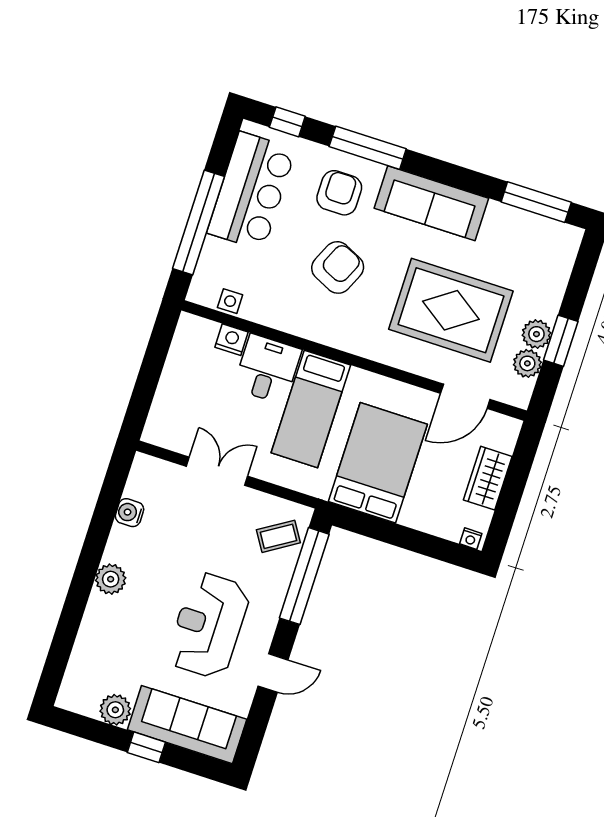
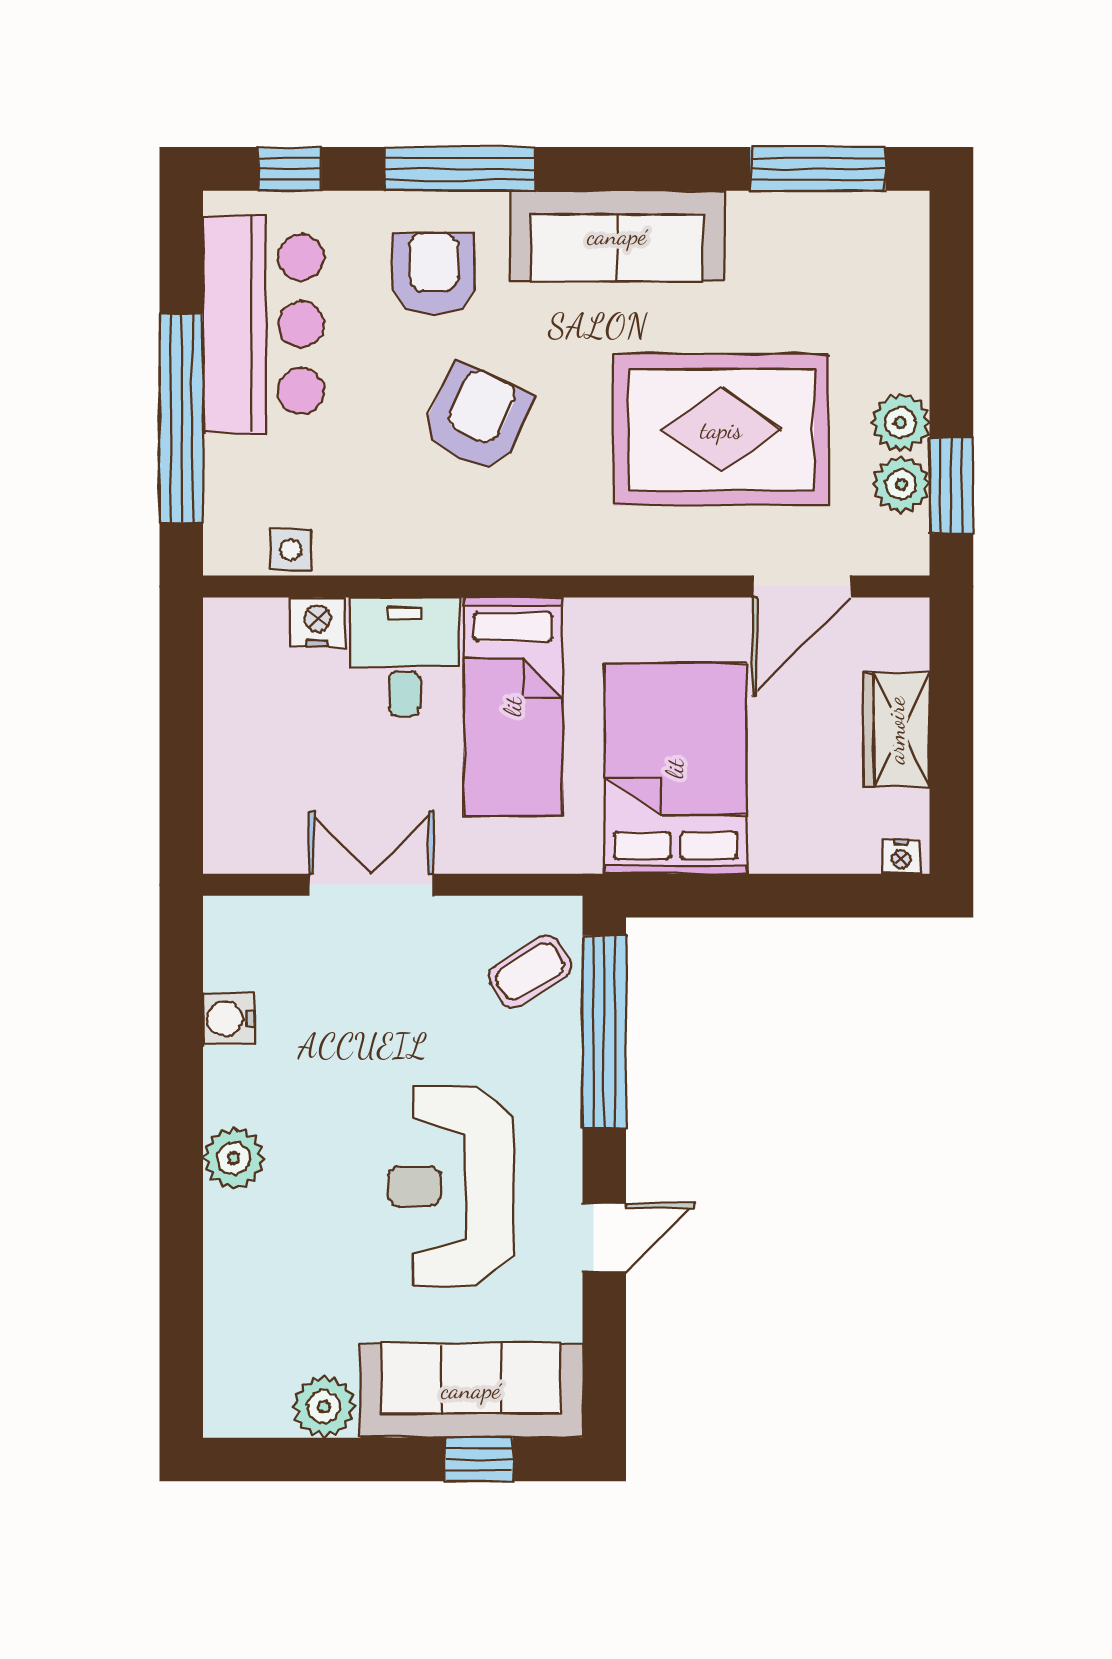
window: (561, 341) -> (951, 486), moved
window: (146, 747) -> (479, 1460), moved

